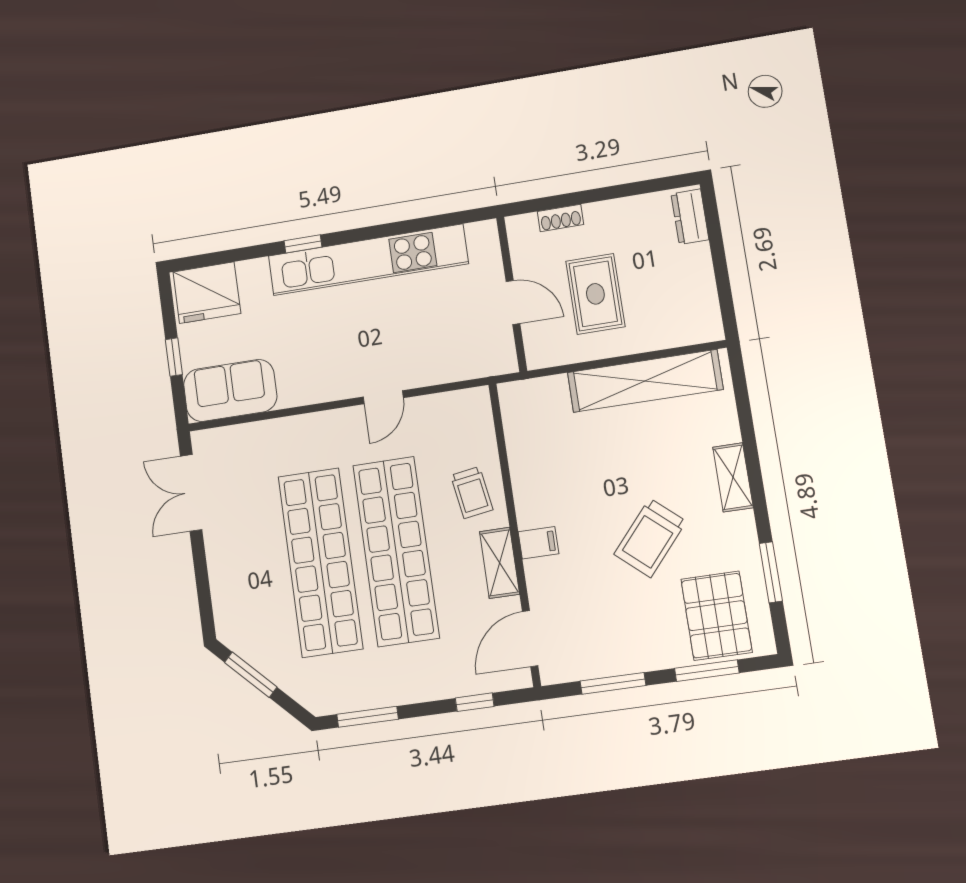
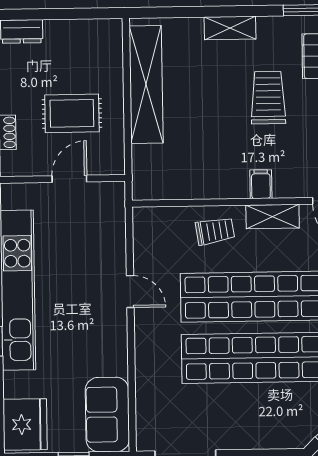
trolley: (650, 538) -> (268, 98), turned -131

